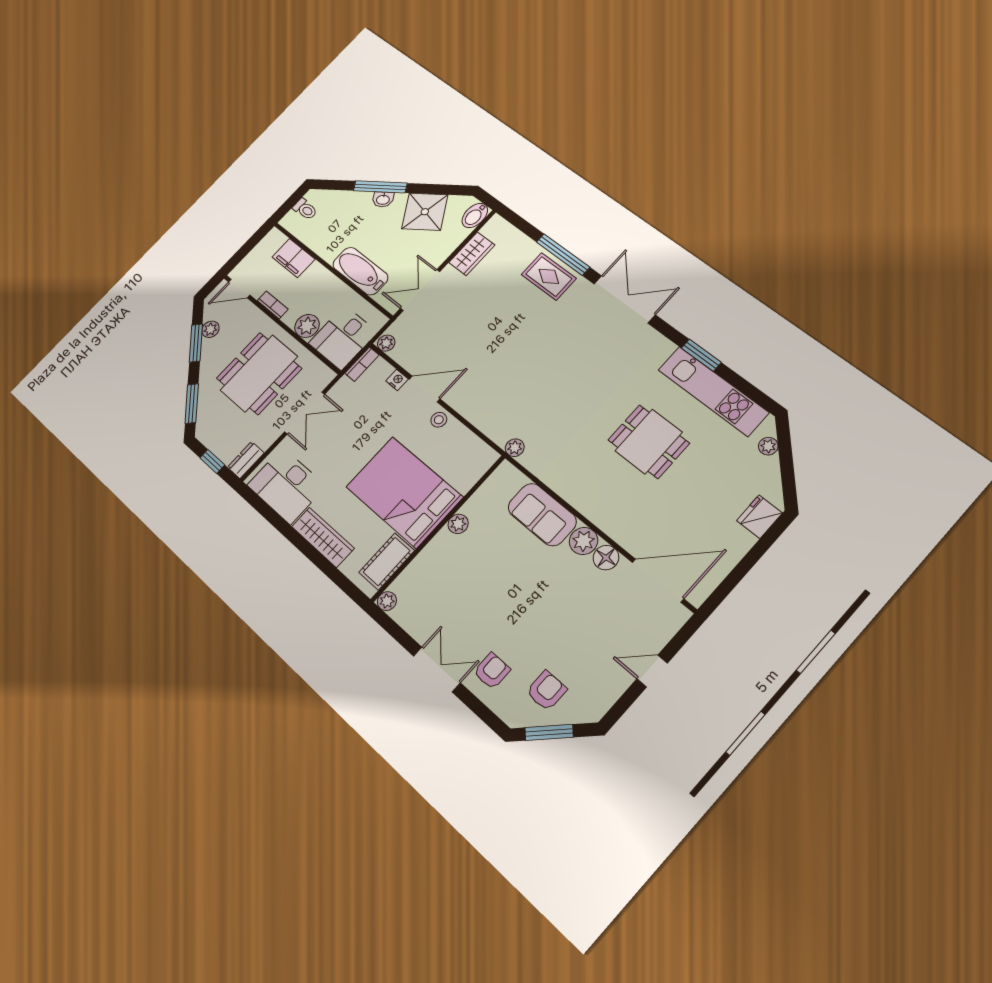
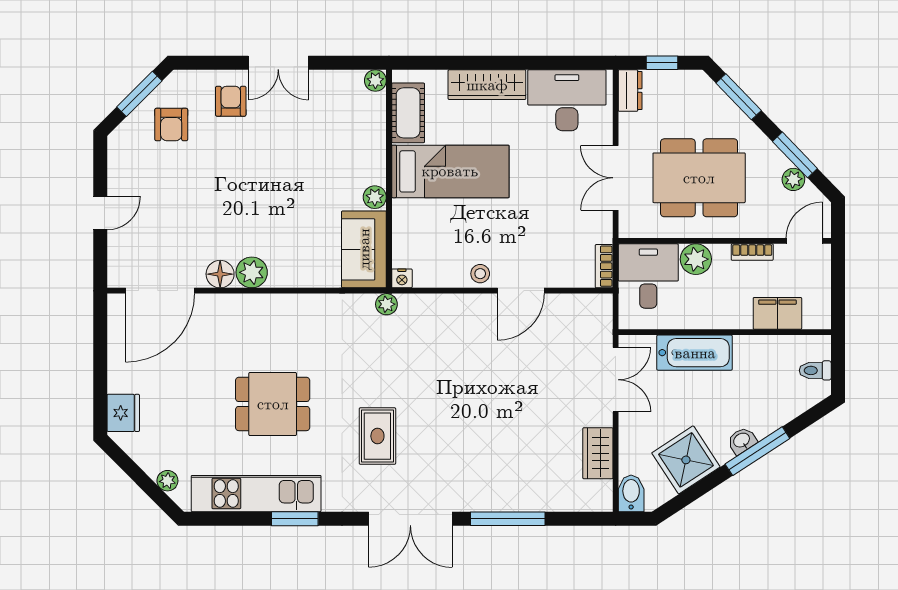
rug: (549, 276) -> (377, 436), moved, turned 90
plant: (386, 343) -> (600, 304), removed
dining table: (259, 373) -> (699, 178), turned 90
nightstand: (397, 380) -> (402, 278), moved
bed: (404, 492) -> (450, 171), width x0.67
sofa: (542, 515) -> (364, 249), moved, turned -90
armchair: (492, 671) -> (231, 101), turned 180

